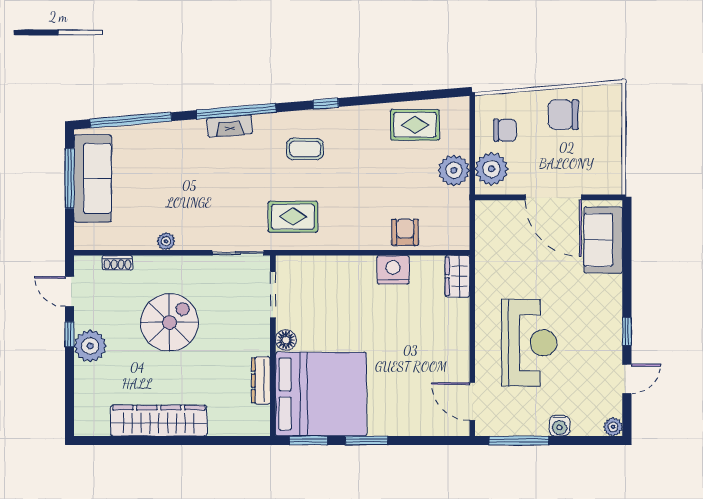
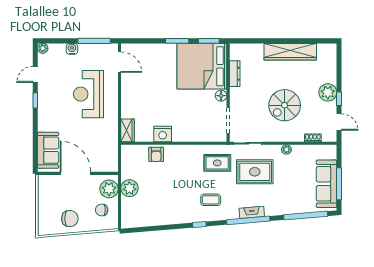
rug: (415, 125) -> (255, 172), moved, width x1.36, depth x1.43

